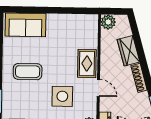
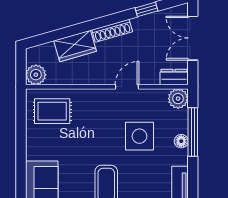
rug: (87, 63) -> (52, 111), moved

